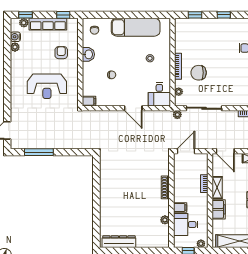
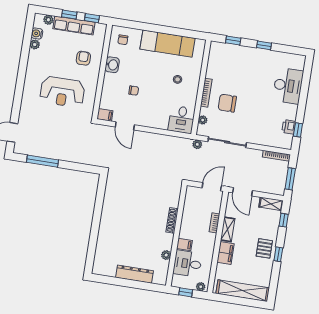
window: (26, 15) -> (69, 15), moved
door: (133, 108) -> (125, 126), moved
door: (186, 151) -> (212, 187), moved
dresser: (119, 242) -> (135, 274), moved

